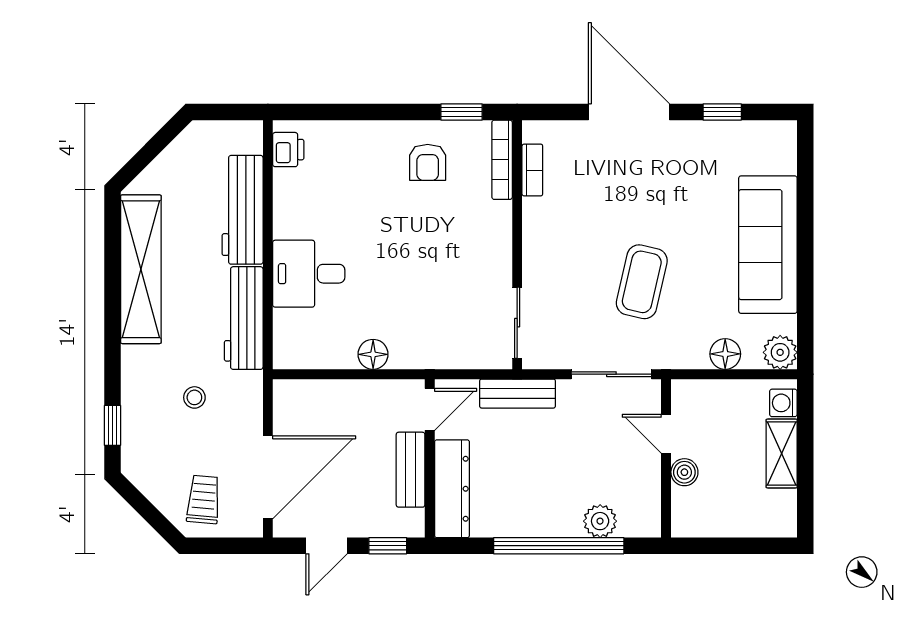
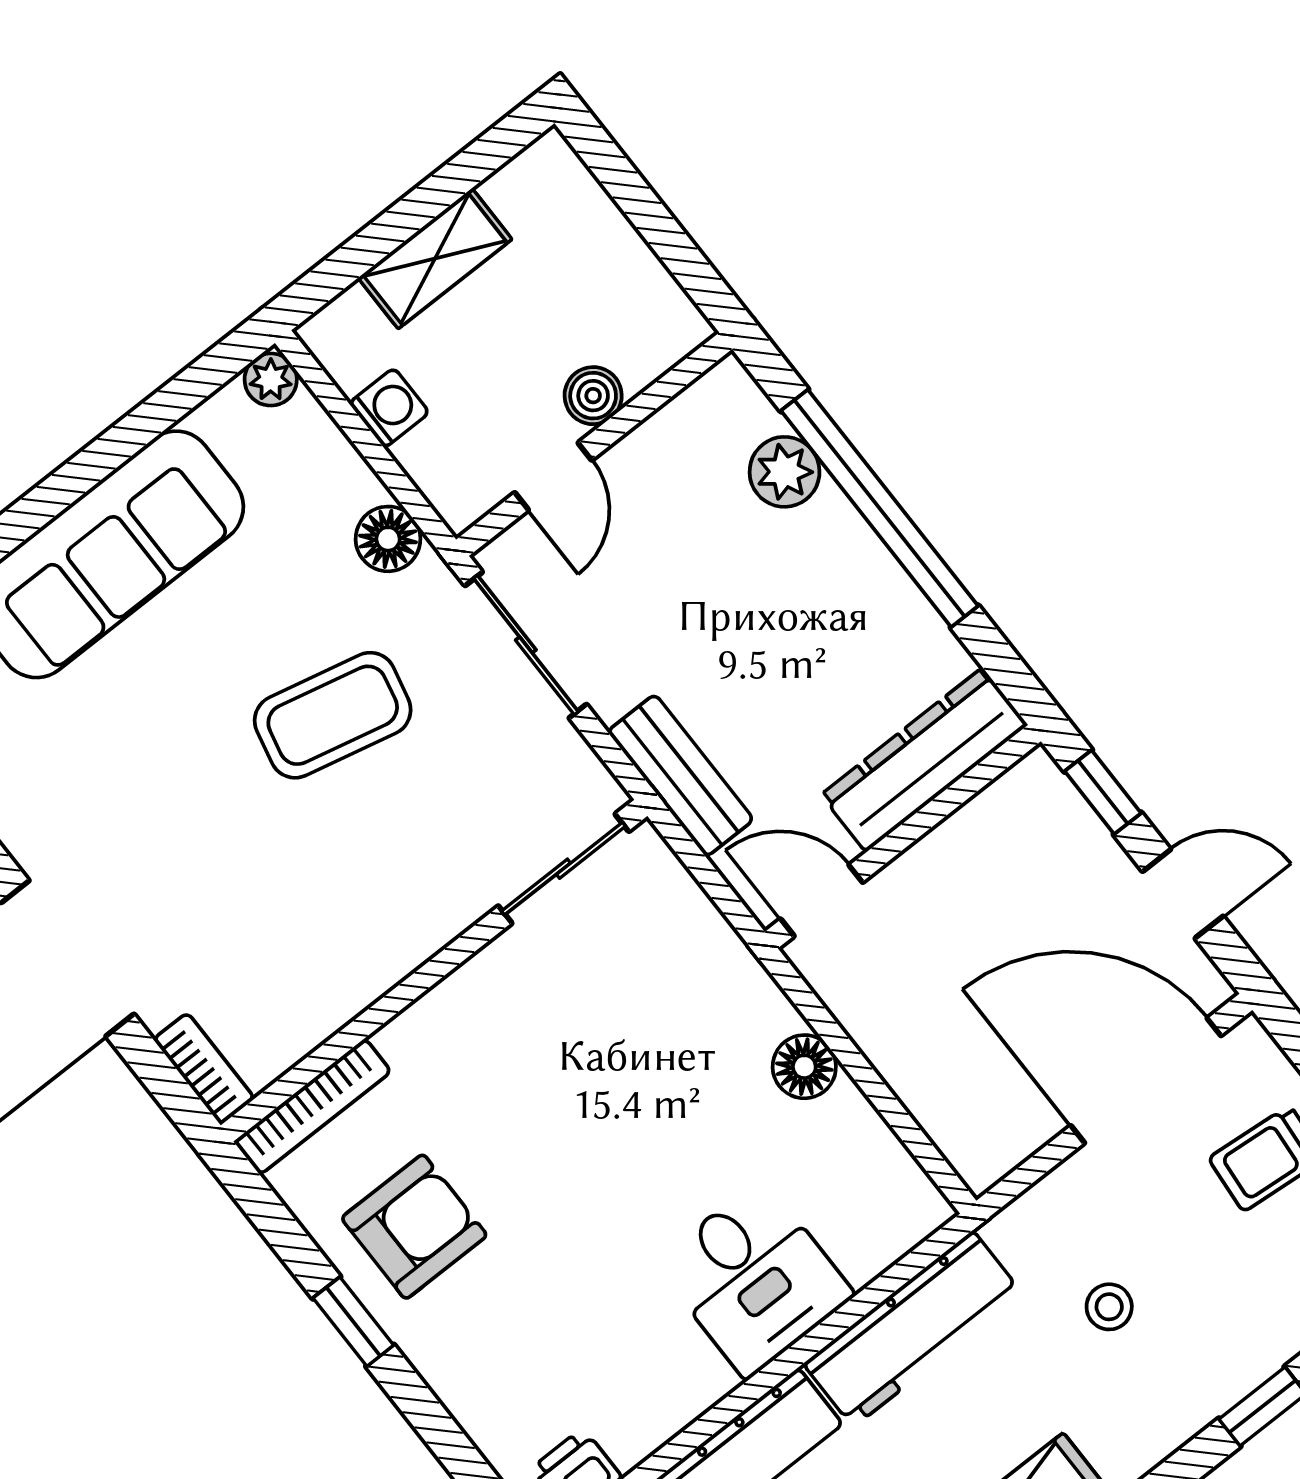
window: (462, 112) -> (353, 1322), moved
armchair: (428, 162) -> (414, 1227), width x1.38, depth x1.38
bookcase: (532, 170) -> (204, 1069), moved, turned 90
plant: (780, 352) -> (271, 380), width x0.73, depth x0.73
floor lamp: (725, 354) -> (388, 539), moved
washing machine: (783, 403) -> (389, 408), moved, turned -90
bench: (411, 470) -> (947, 854), removed

